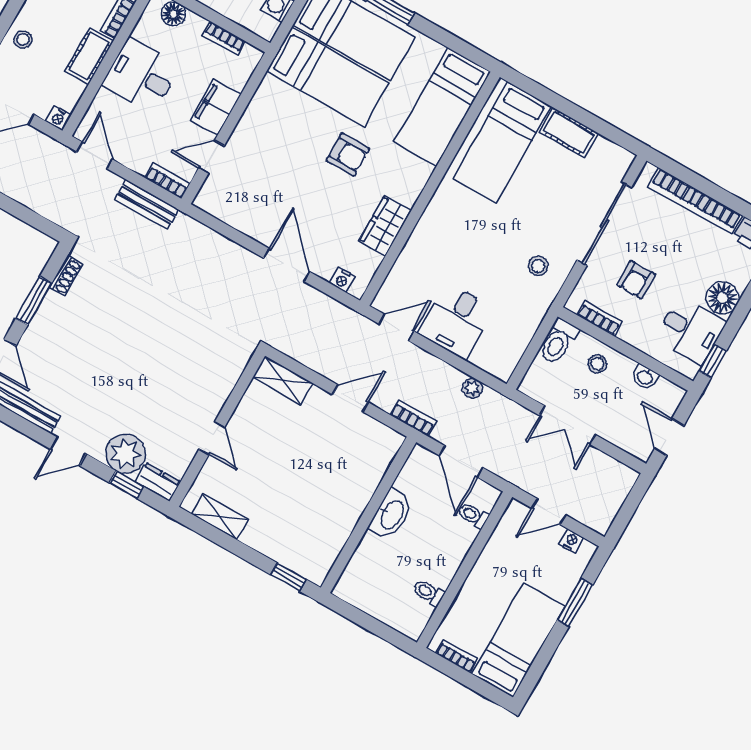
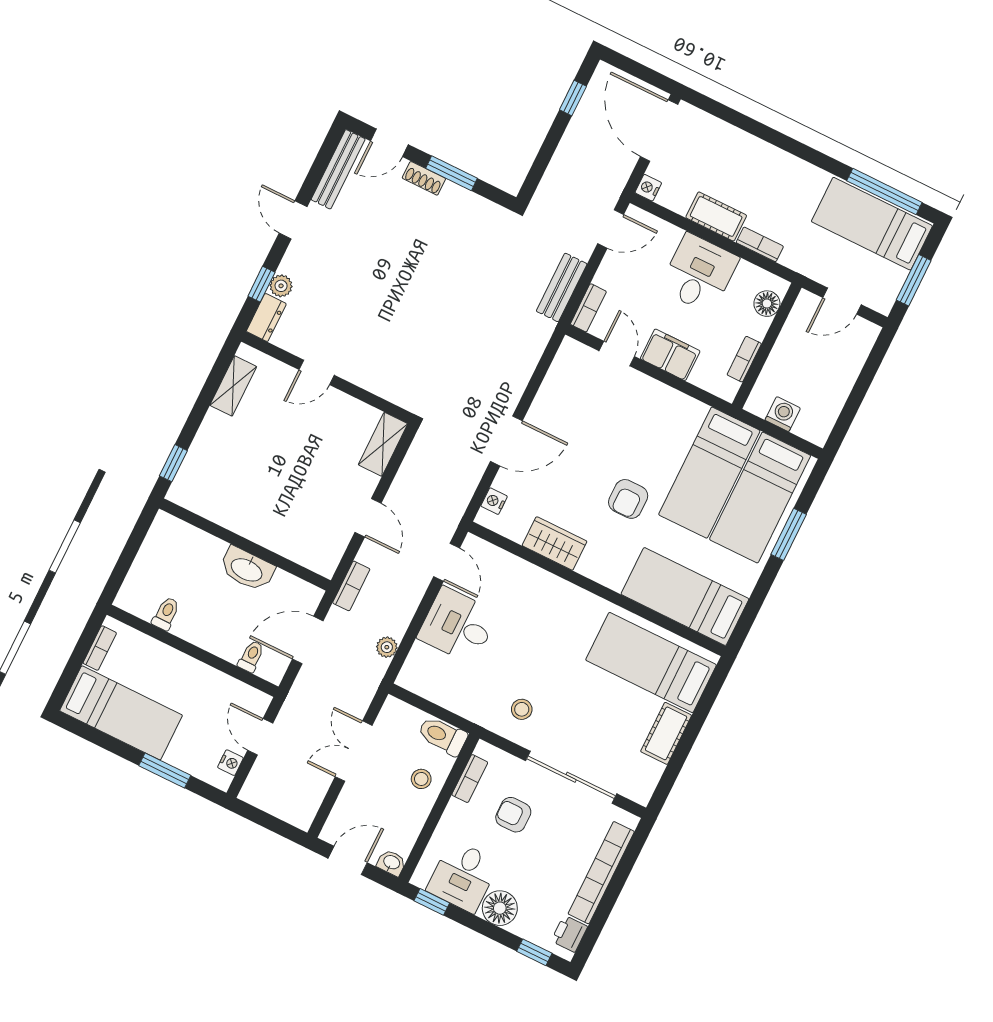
stool: (23, 40) -> (730, 145), removed
shoe rack: (66, 276) -> (424, 178), moved
washbasin: (645, 377) -> (391, 863), moved, turned 90
plant: (126, 454) -> (281, 286), width x0.53, depth x0.53

